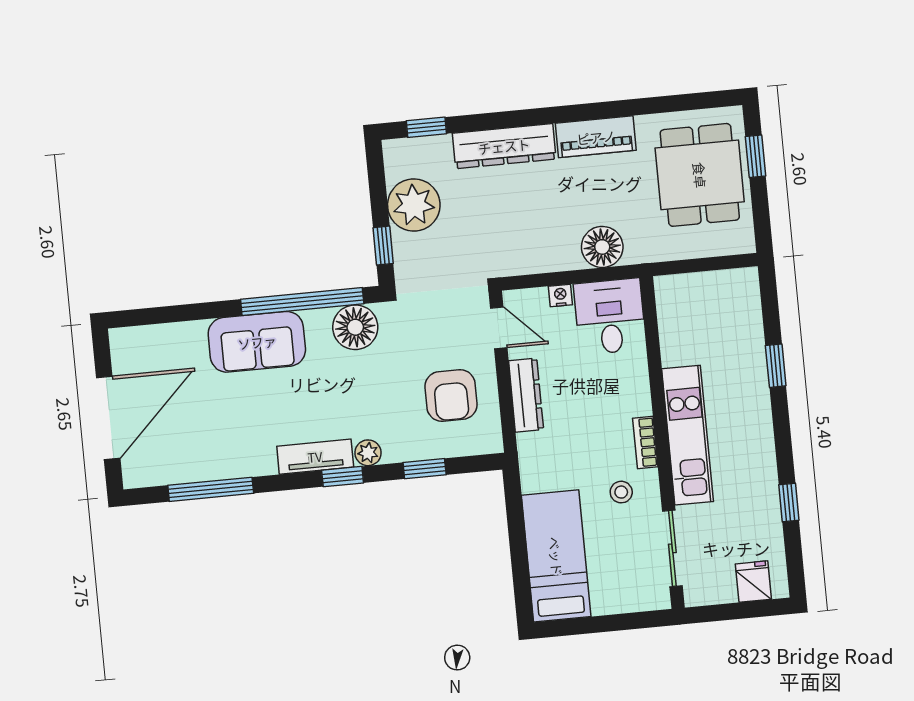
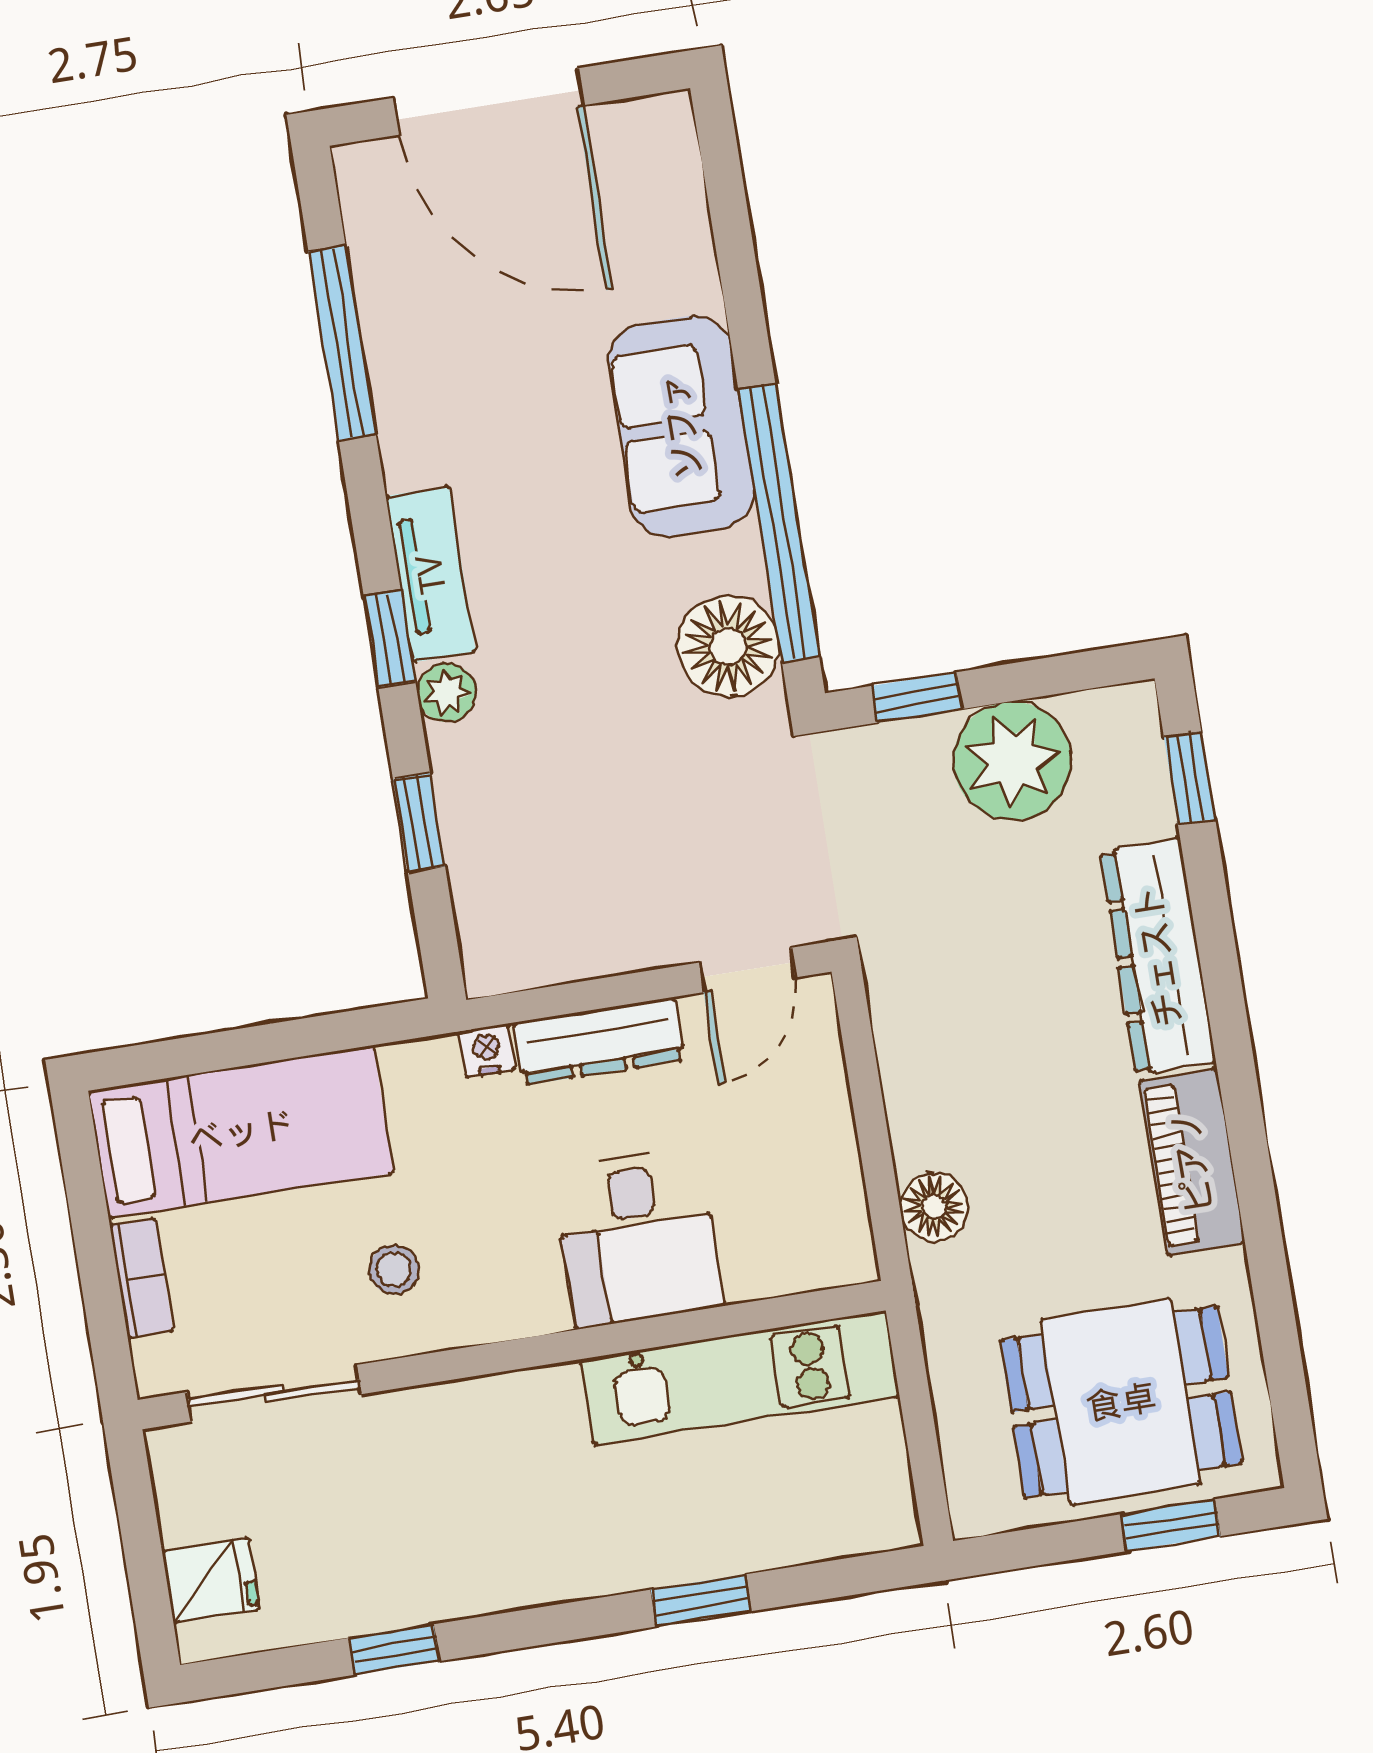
floor lamp: (602, 247) -> (934, 1207), width x0.73, depth x0.73
nightstand: (560, 295) -> (487, 1051), moved, turned -90
desk: (610, 316) -> (638, 1237), moved, turned 90
armchair: (451, 395) -> (588, 872), removed
kitchen unit: (687, 435) -> (740, 1378), moved
bookcase: (645, 442) -> (141, 1278), moved, turned 90

